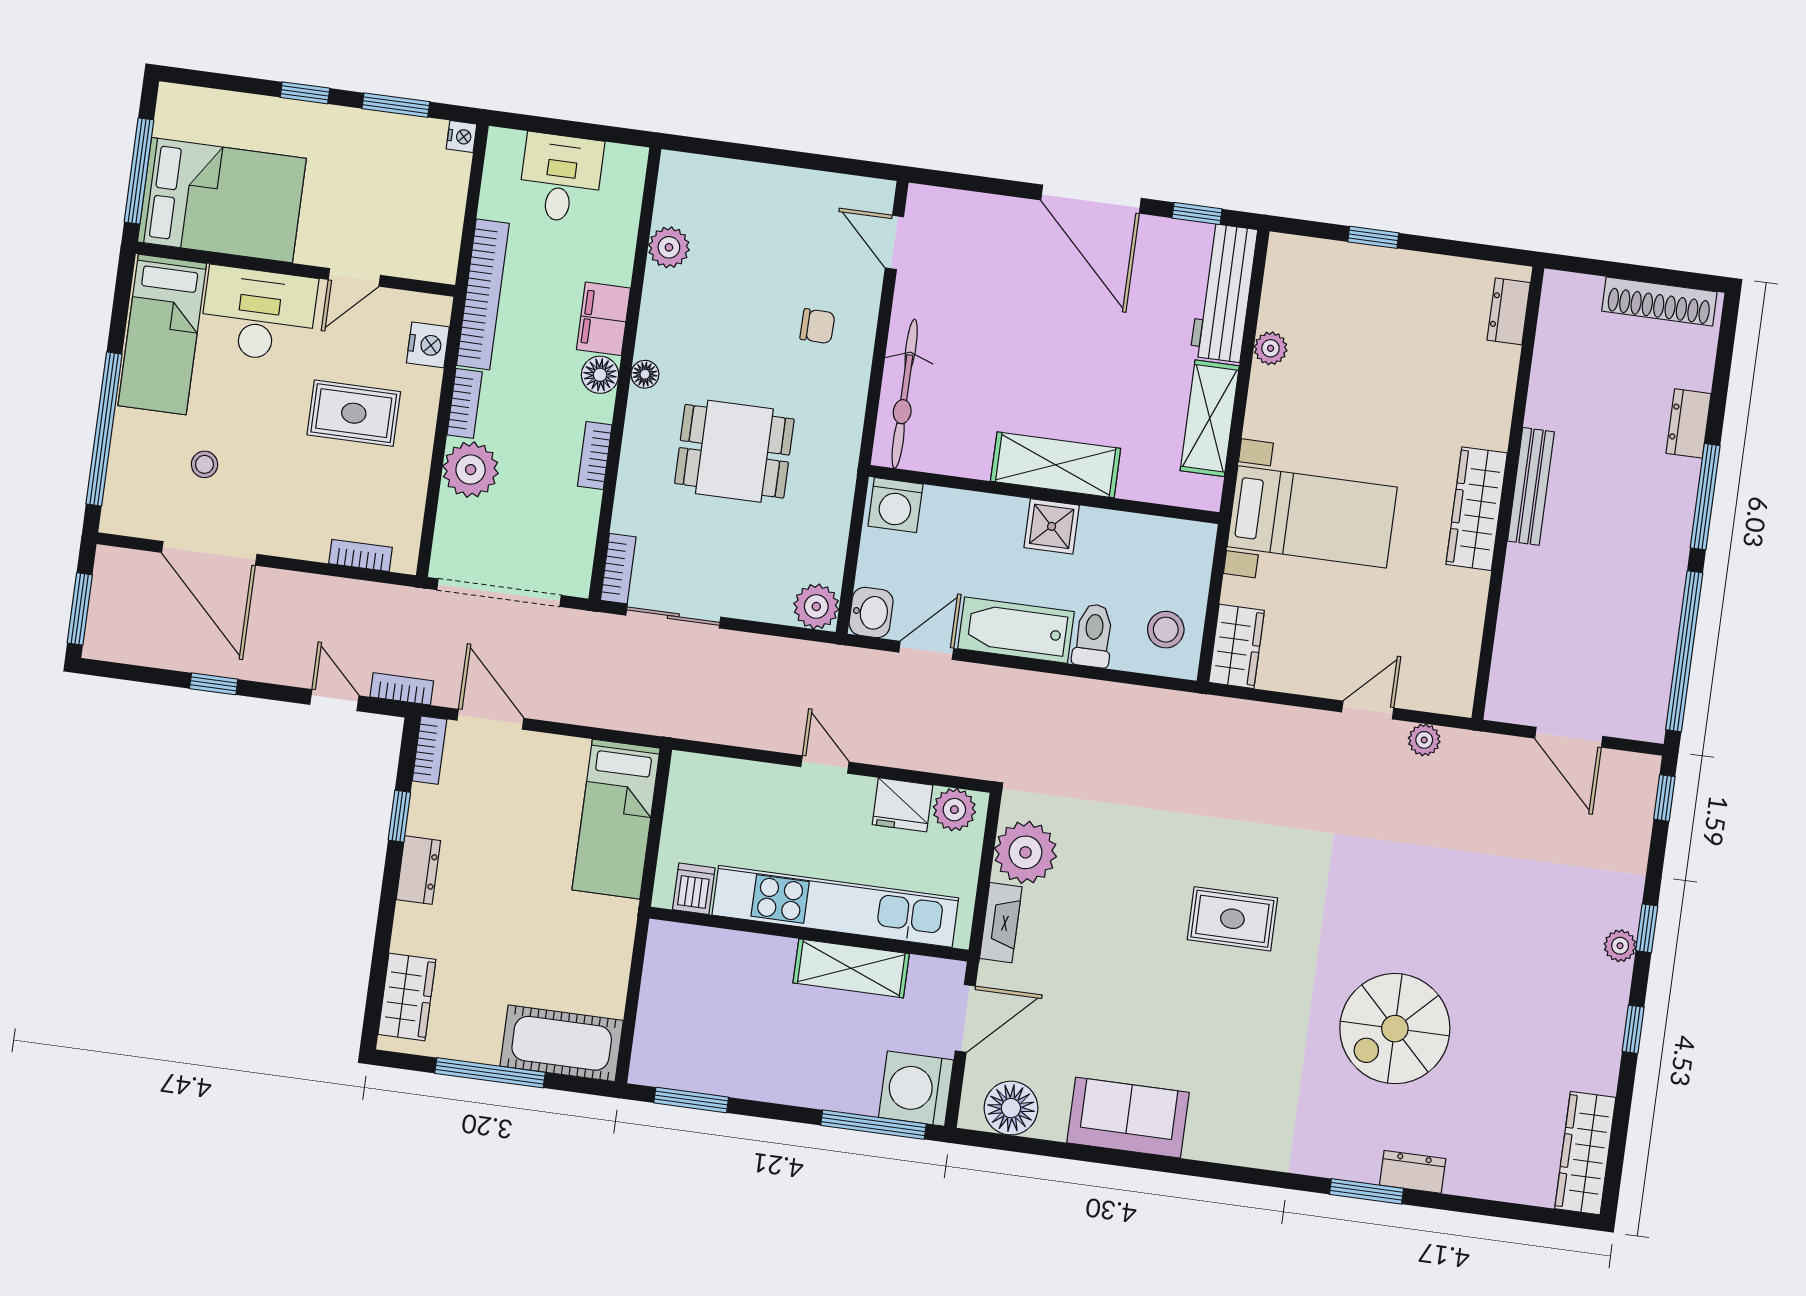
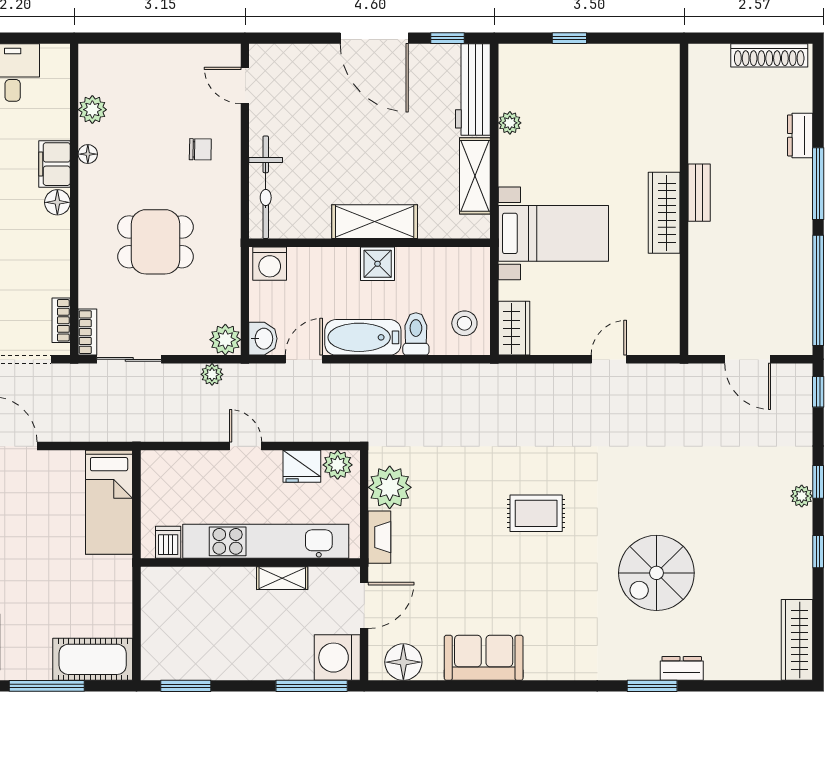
dresser: (1509, 311) -> (668, 76), removed
floor lamp: (645, 374) -> (88, 154), moved
bookcase: (595, 456) -> (61, 320), moved
bench: (1531, 486) -> (699, 193), width x0.73
plant: (1424, 740) -> (212, 374), moved
shelving: (851, 968) -> (282, 578), width x0.67, depth x0.75

